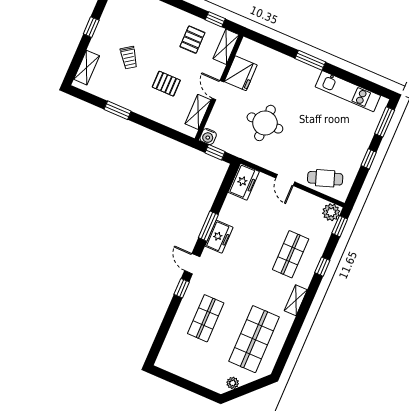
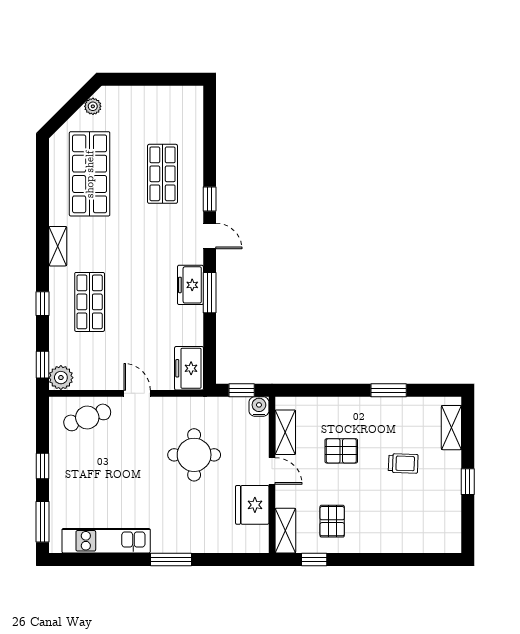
trolley: (129, 58) -> (403, 463), turned 127

